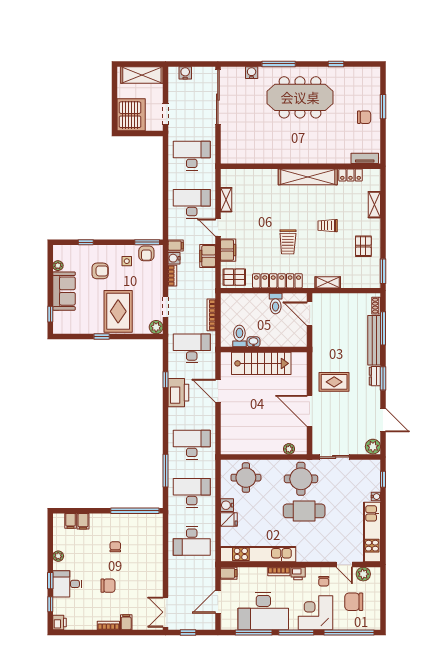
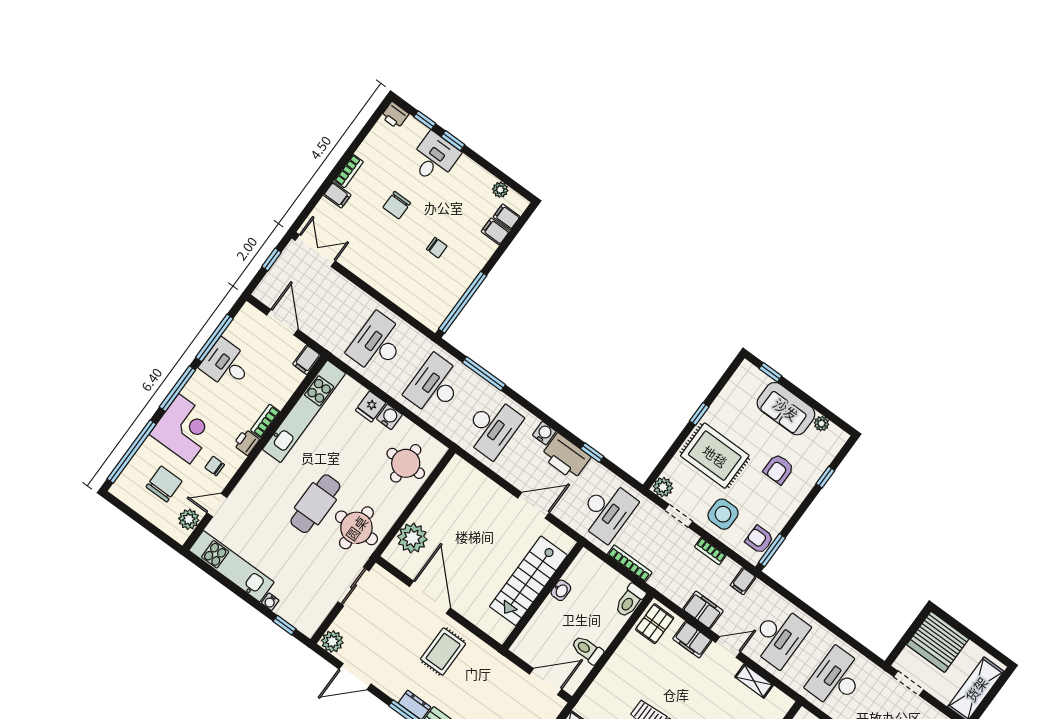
desk: (192, 156) -> (836, 678), turned 180
water cooler: (174, 258) -> (544, 433), moved
side table: (127, 261) -> (723, 514), moved, width x1.87, depth x1.87
locker: (277, 281) -> (613, 672), removed
toilet: (239, 336) -> (630, 600), moved, turned 90
door: (310, 411) -> (430, 597), hinge flipped
plant: (289, 449) -> (412, 538), width x1.87, depth x1.87
desk: (192, 493) -> (435, 386), turned 180
plant: (58, 556) -> (500, 190), moved
desk: (263, 611) -> (226, 364), width x0.53, depth x0.77

